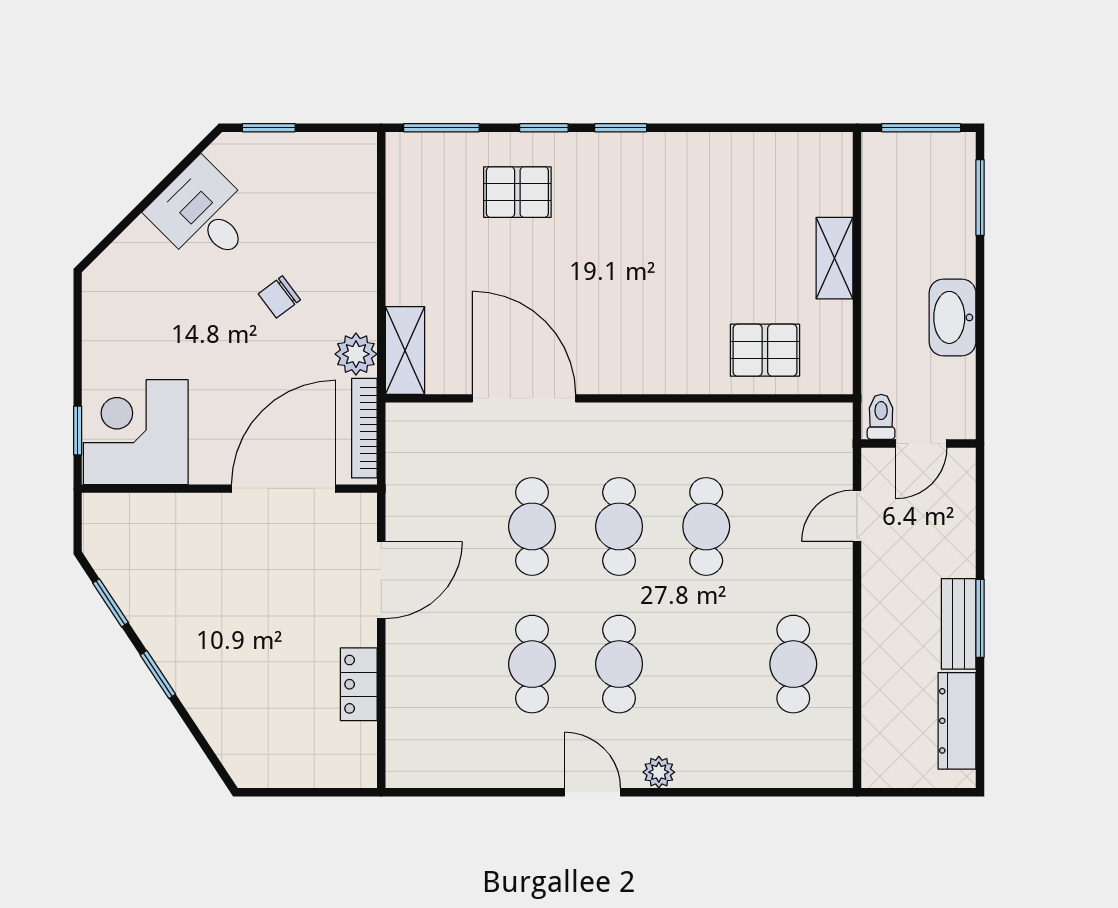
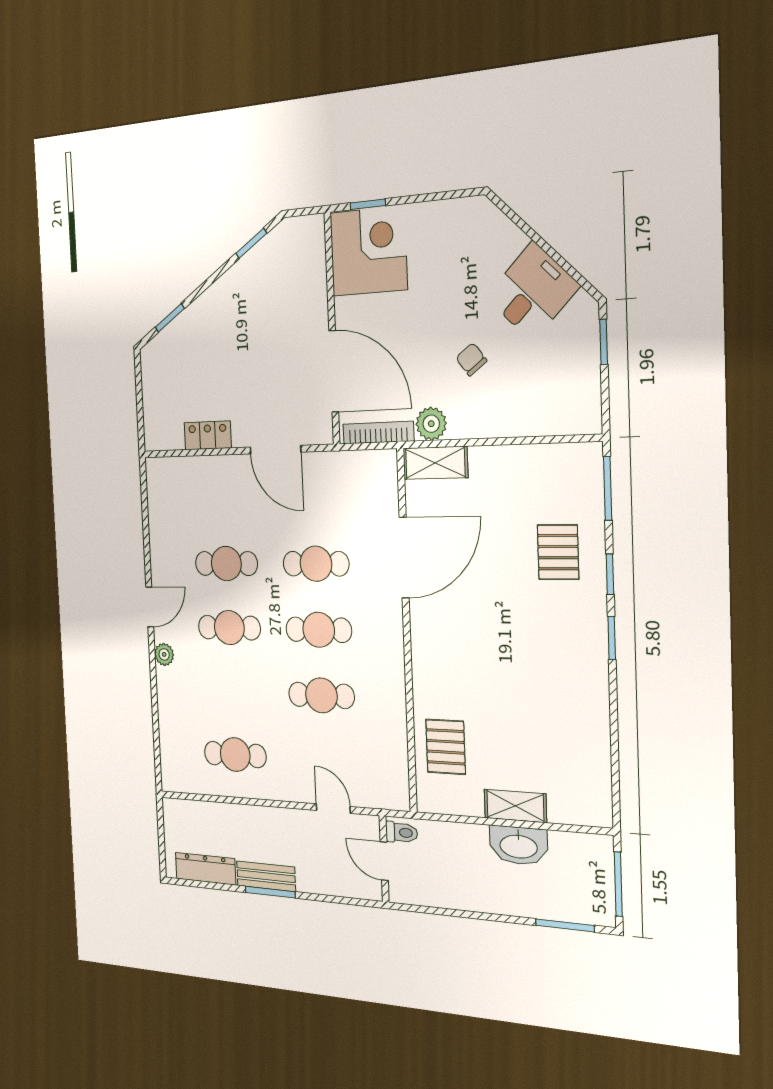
washbasin: (953, 317) -> (519, 846), moved, turned 180
window: (158, 675) -> (170, 318), moved

